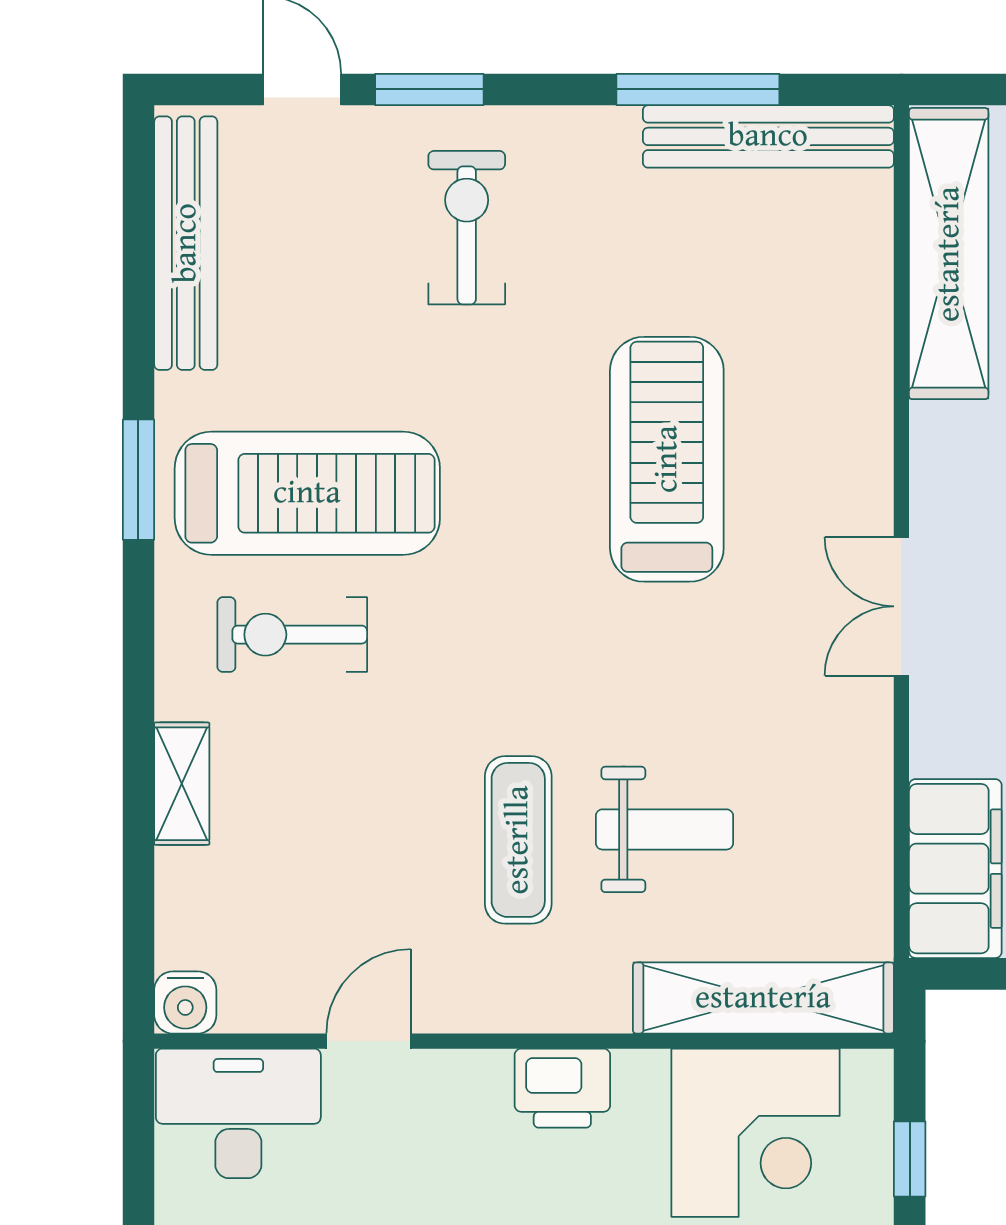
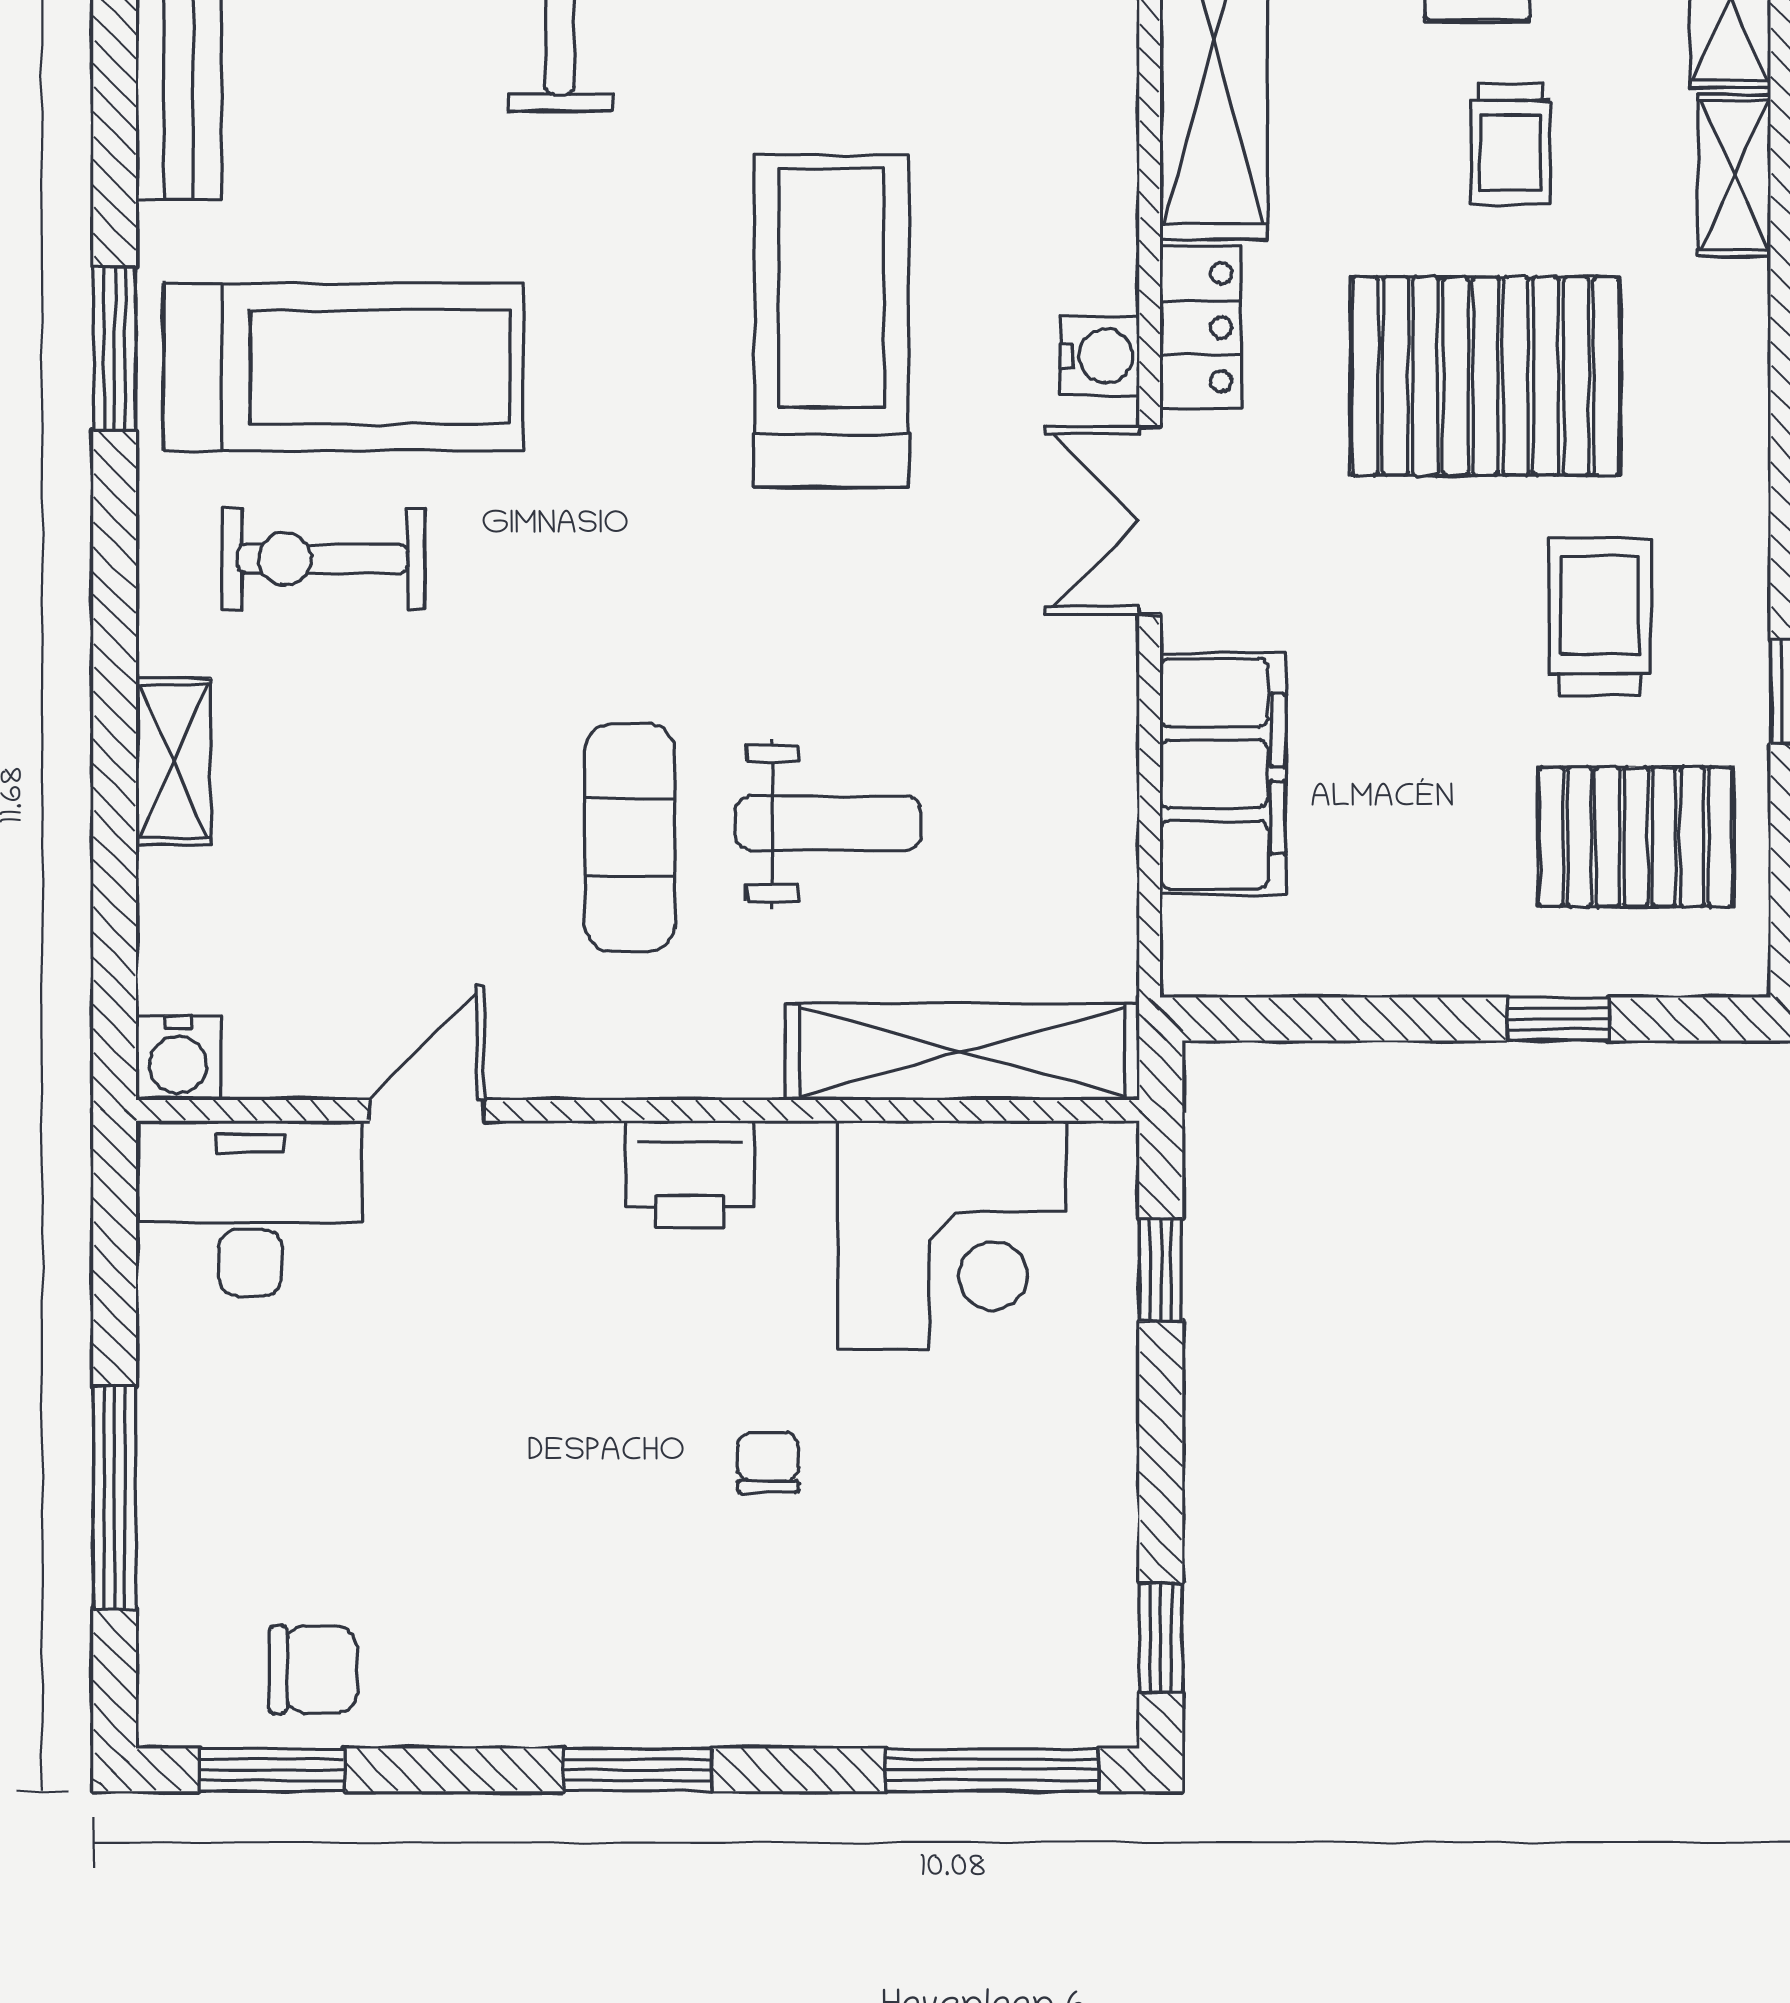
locker: (939, 464) -> (1201, 327), added
water cooler: (865, 485) -> (1100, 356), added
filing cabinet: (955, 869) -> (1223, 774), moved

